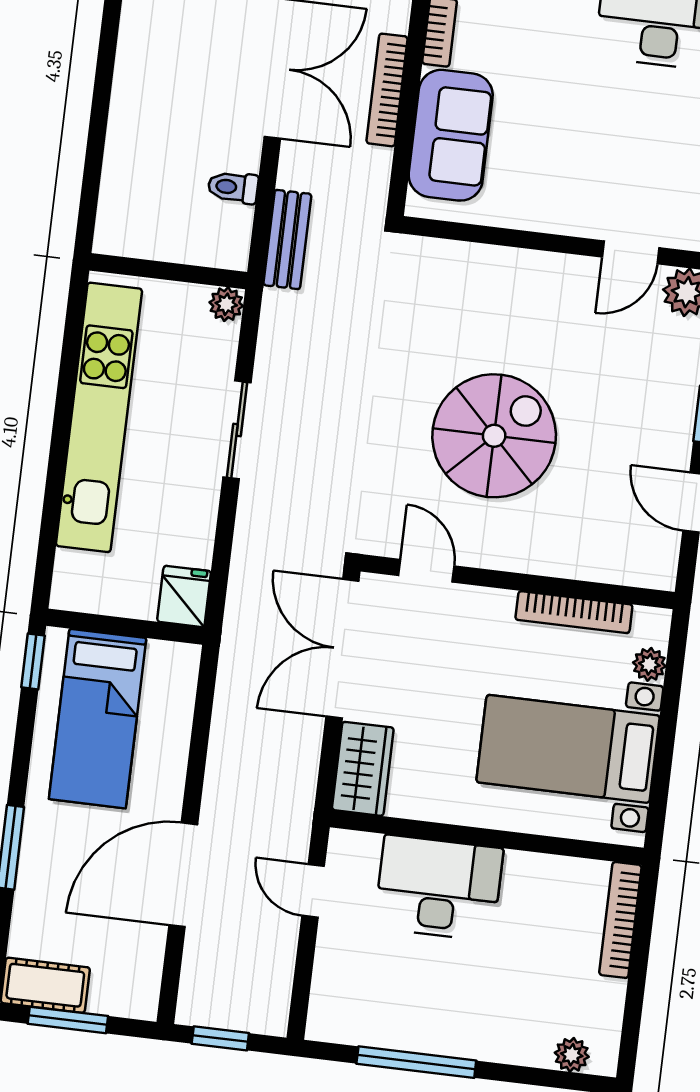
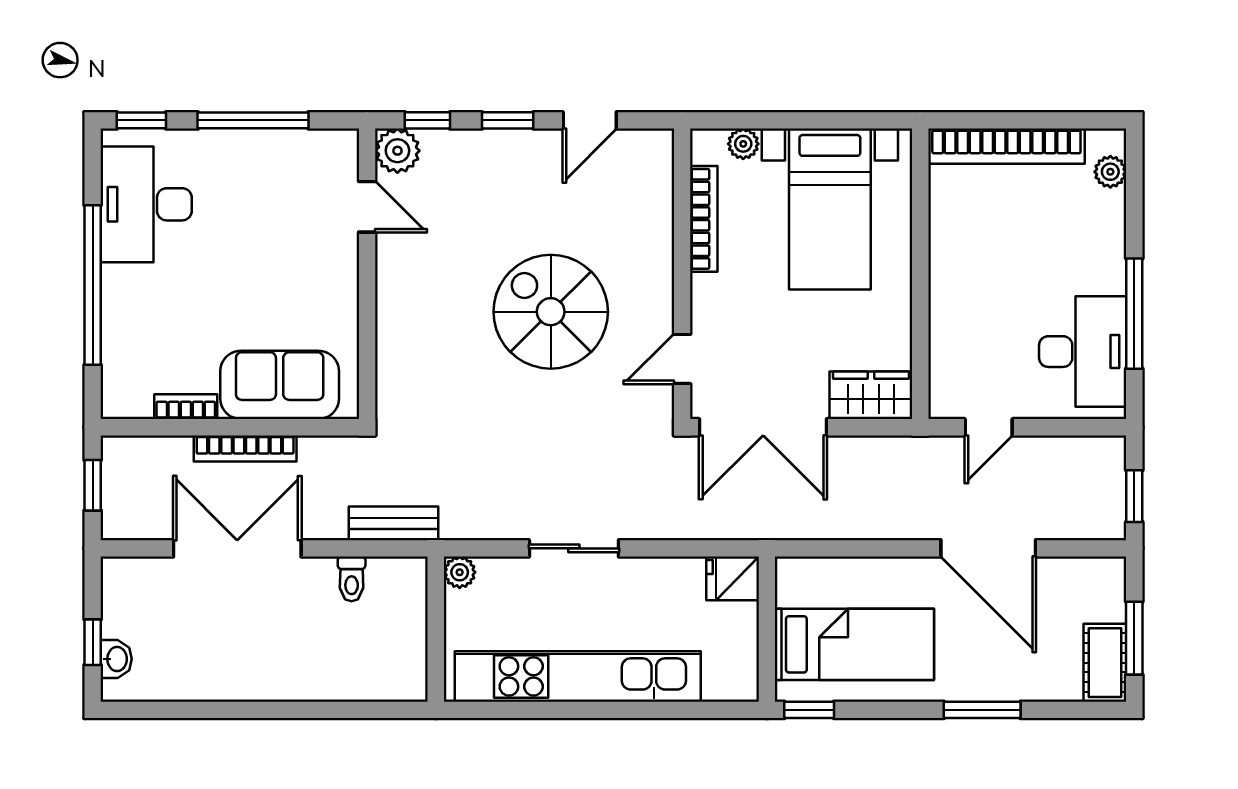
desk: (439, 888) -> (1083, 352), moved, turned 180
bookcase: (620, 920) -> (1006, 146), width x1.48, depth x1.31

